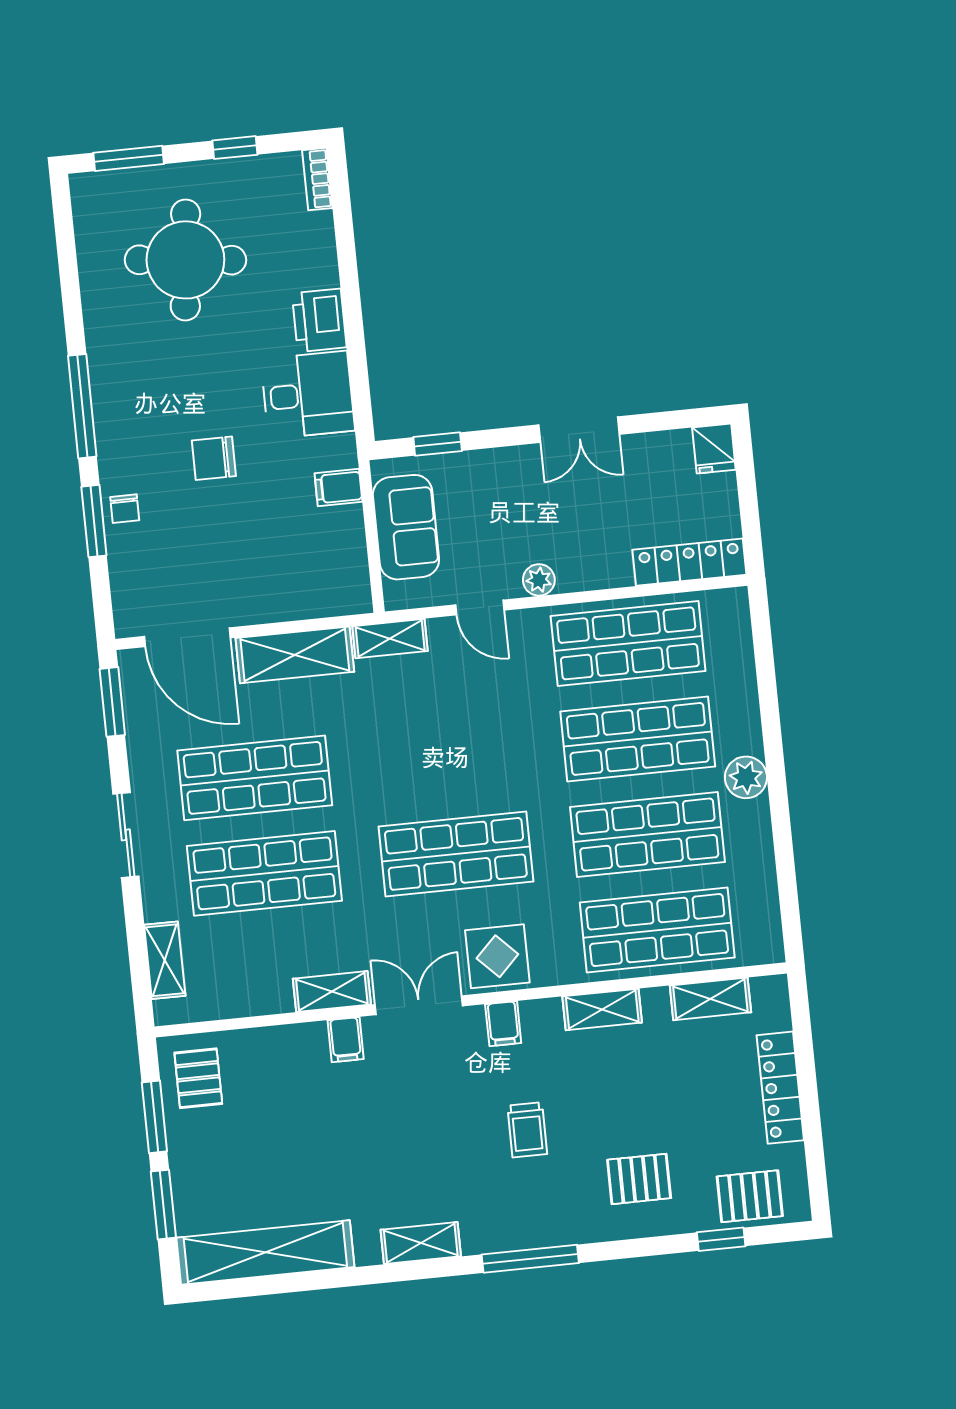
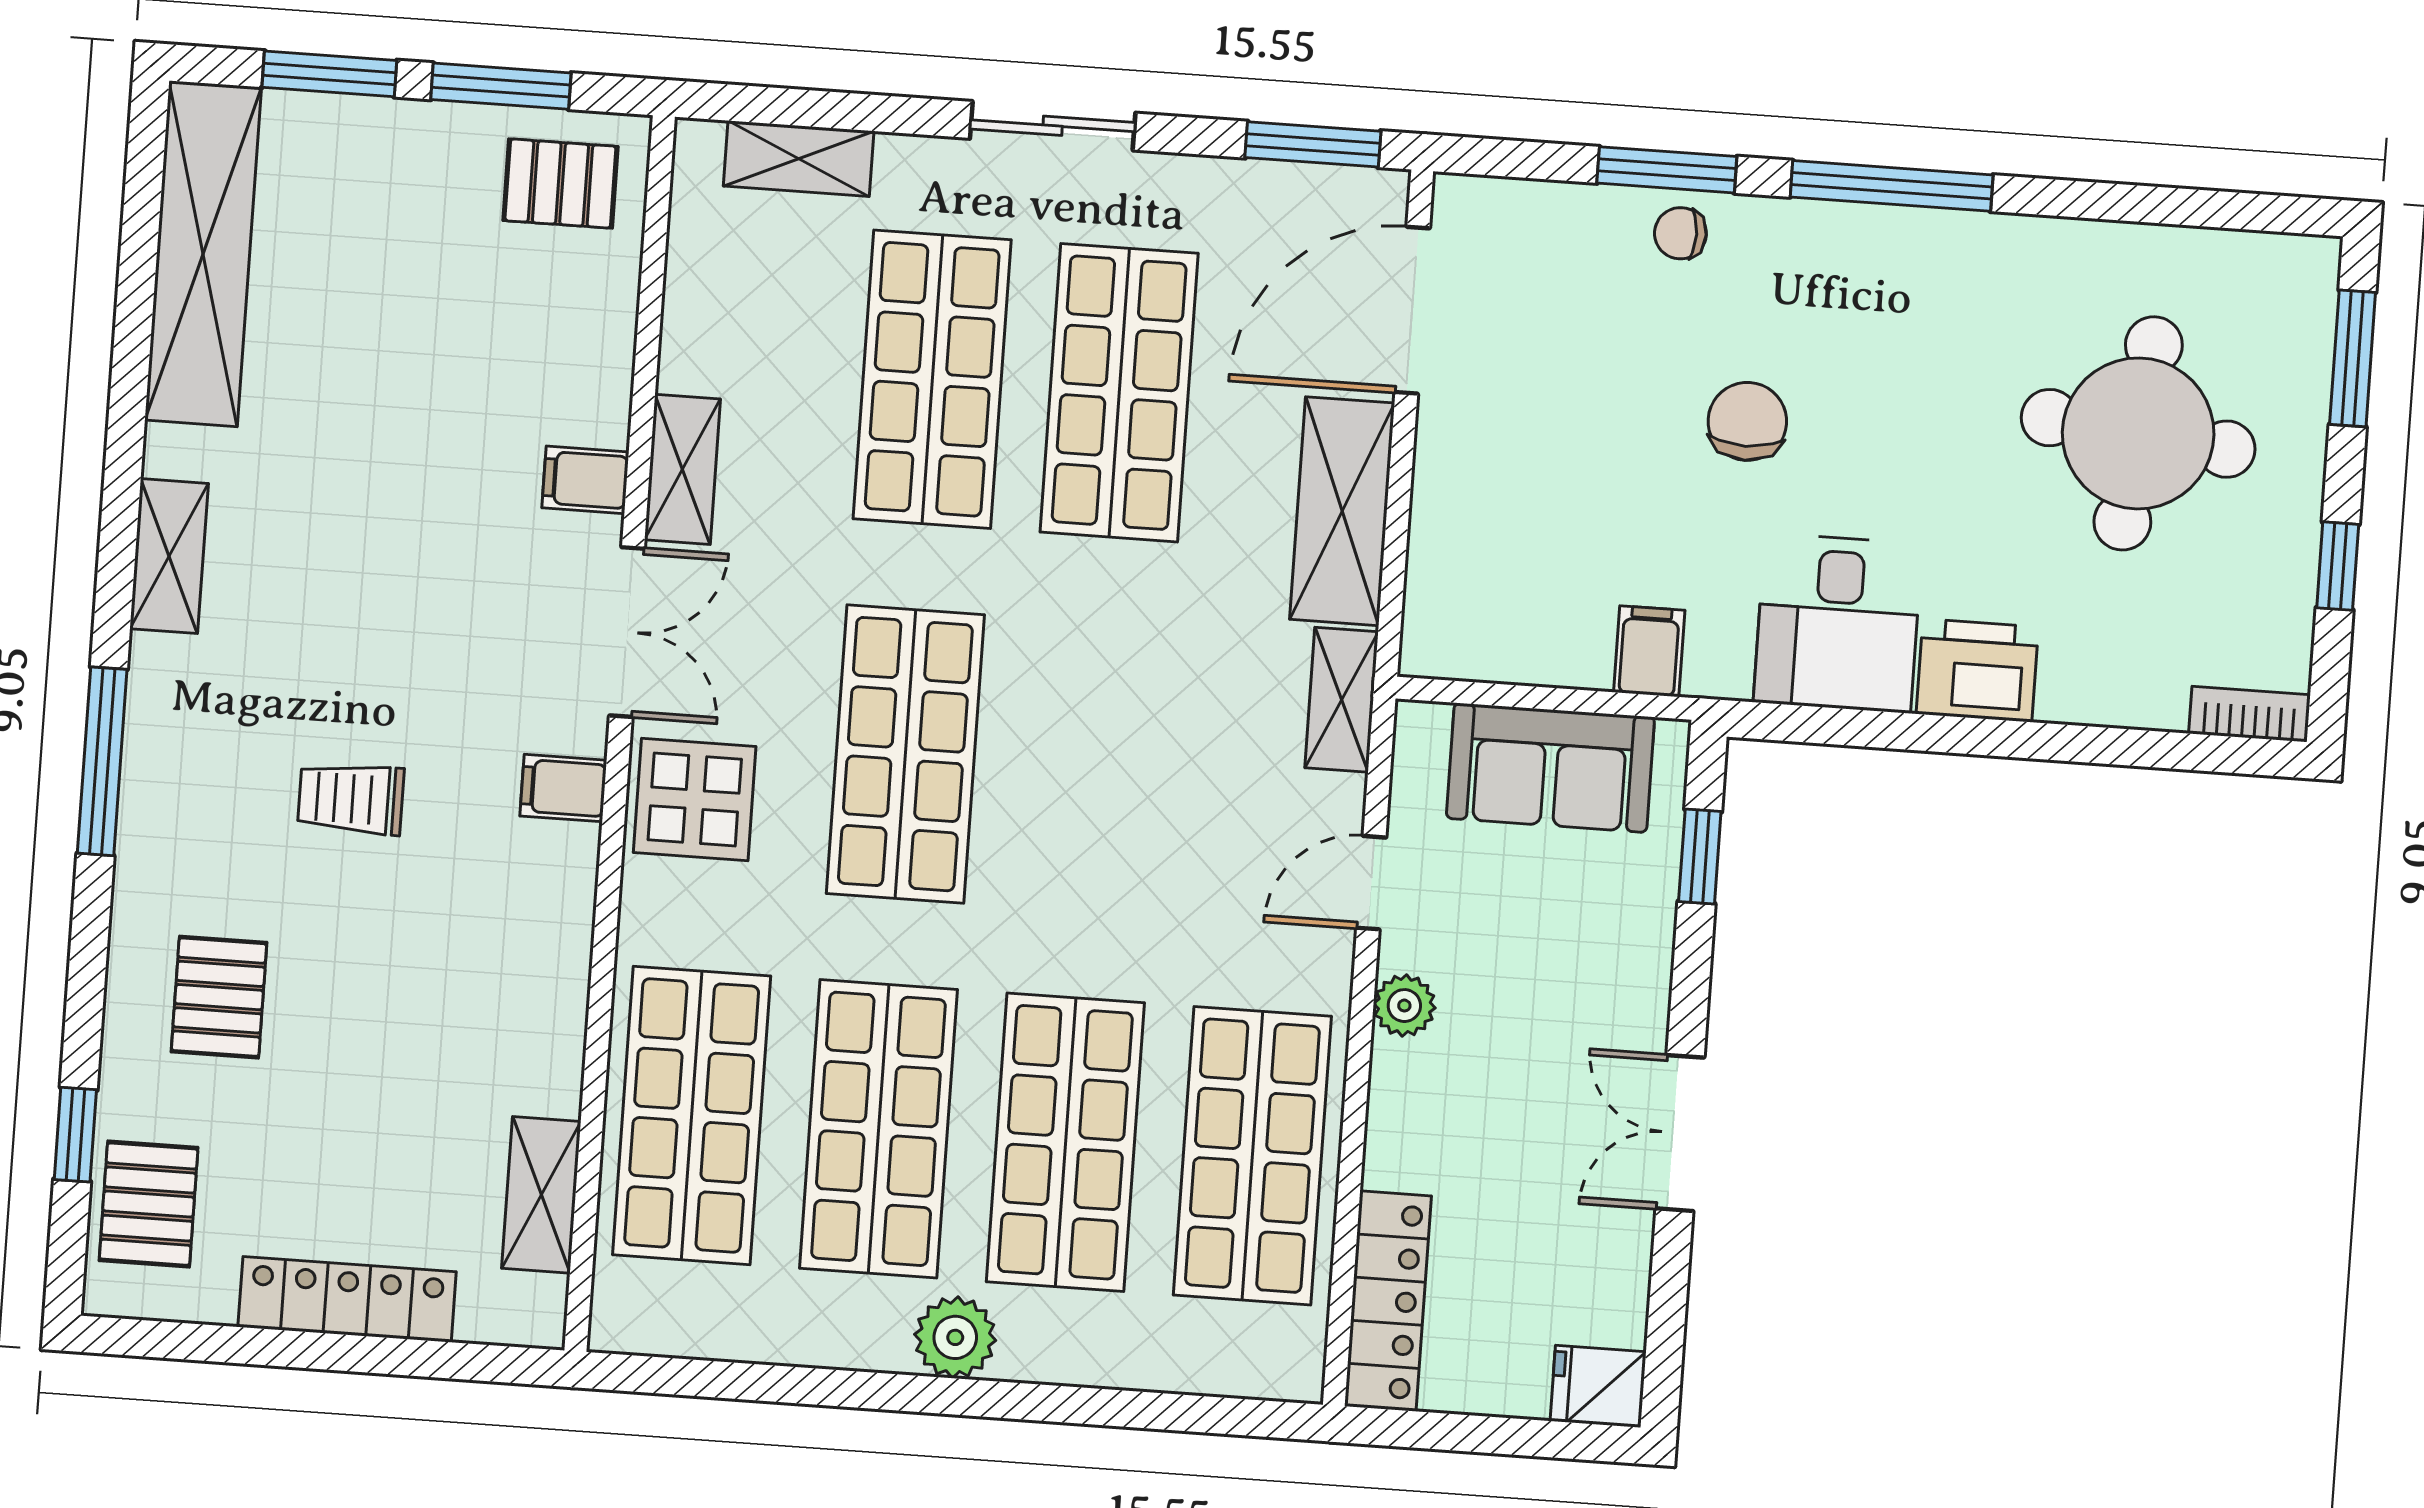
shelving: (602, 1009) -> (557, 983), removed

